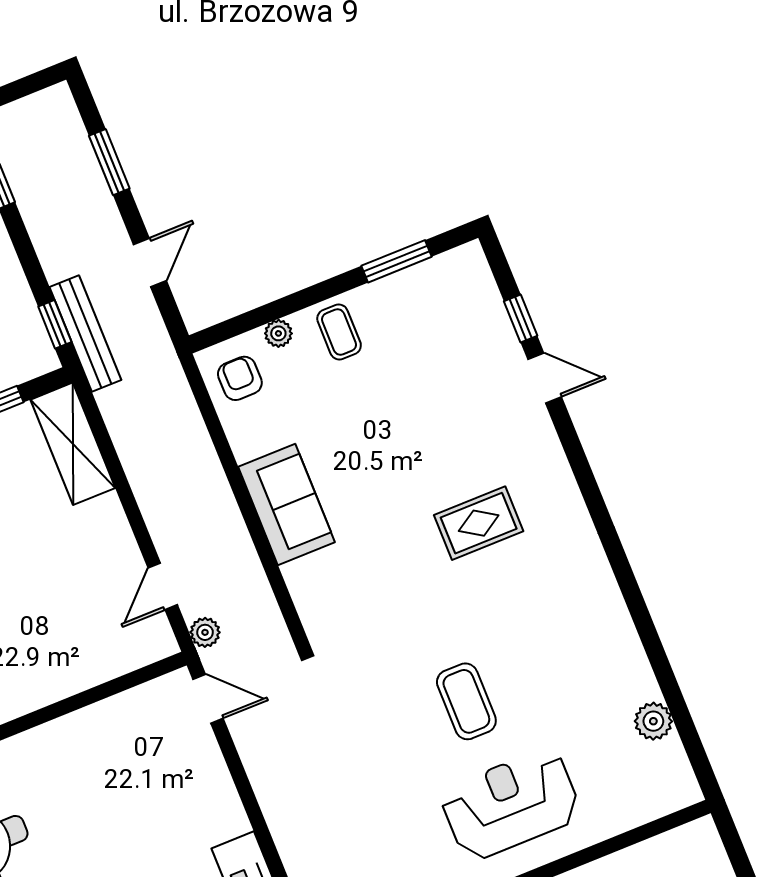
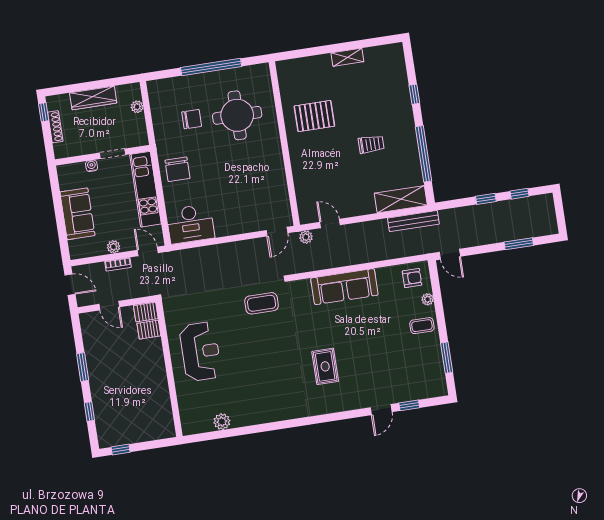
door: (150, 263) -> (450, 254), moved
window: (55, 324) -> (486, 199), moved
bench: (85, 334) -> (413, 221), moved
sofa: (287, 504) -> (344, 287), width x1.36
coffee table: (466, 701) -> (262, 303), moved

